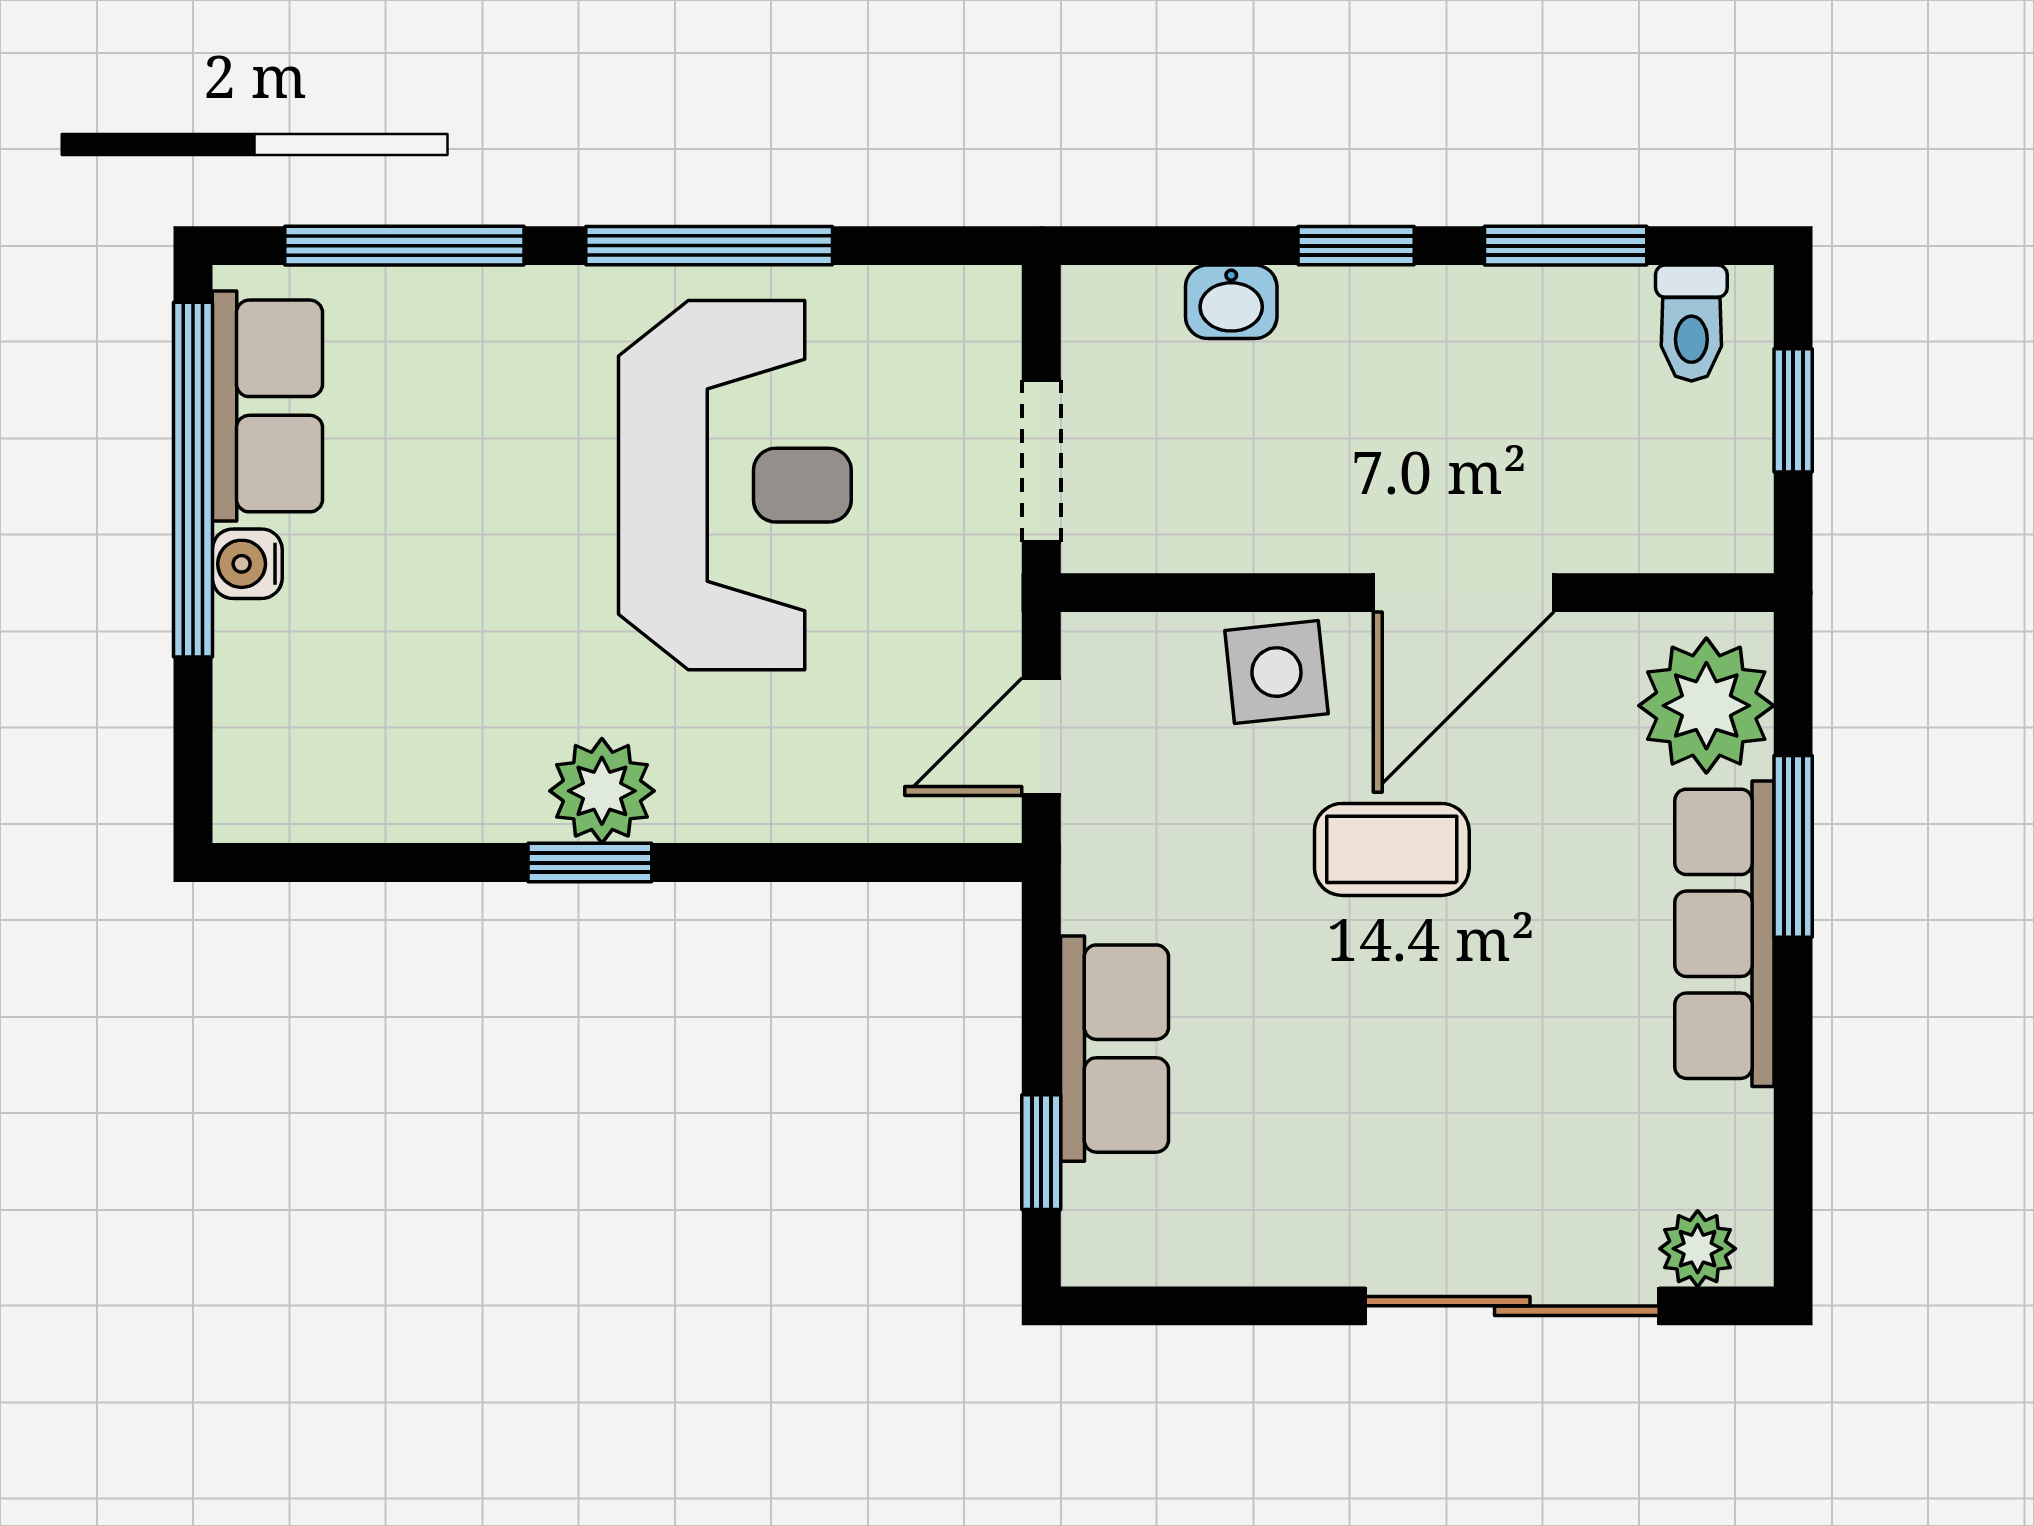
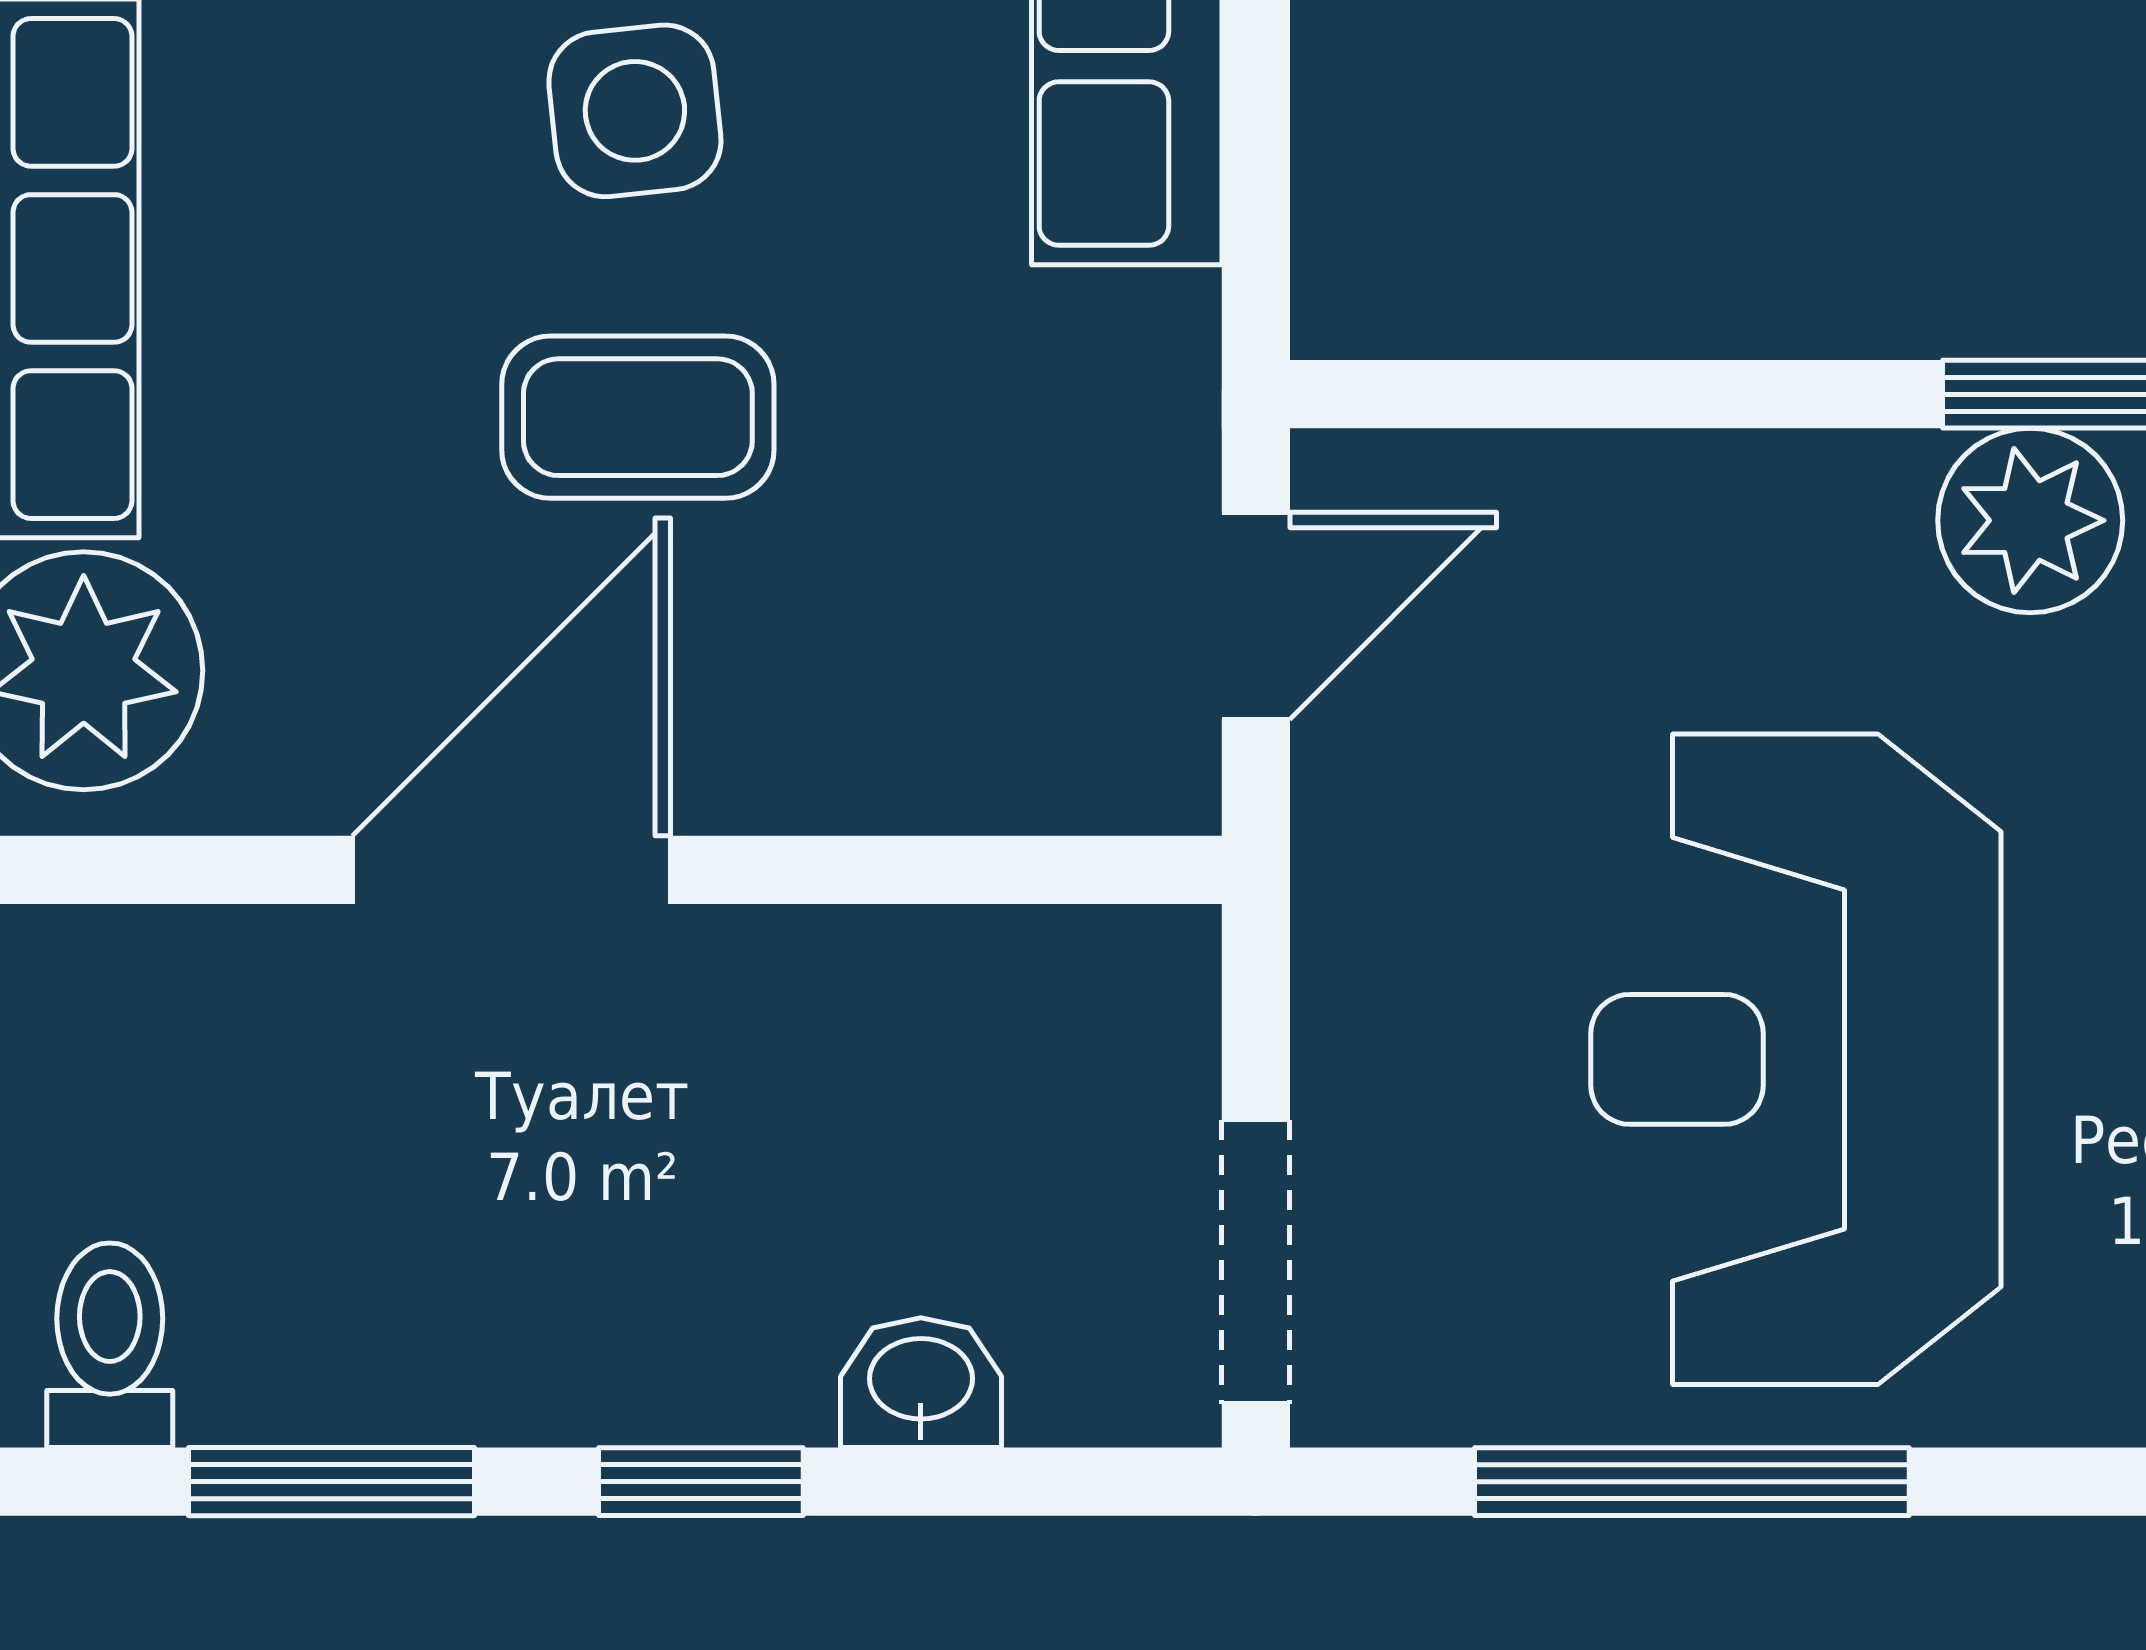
window: (709, 246) -> (1692, 1482), moved
doorway: (1041, 461) -> (1256, 1262), moved
side table: (1276, 672) -> (635, 111), moved

